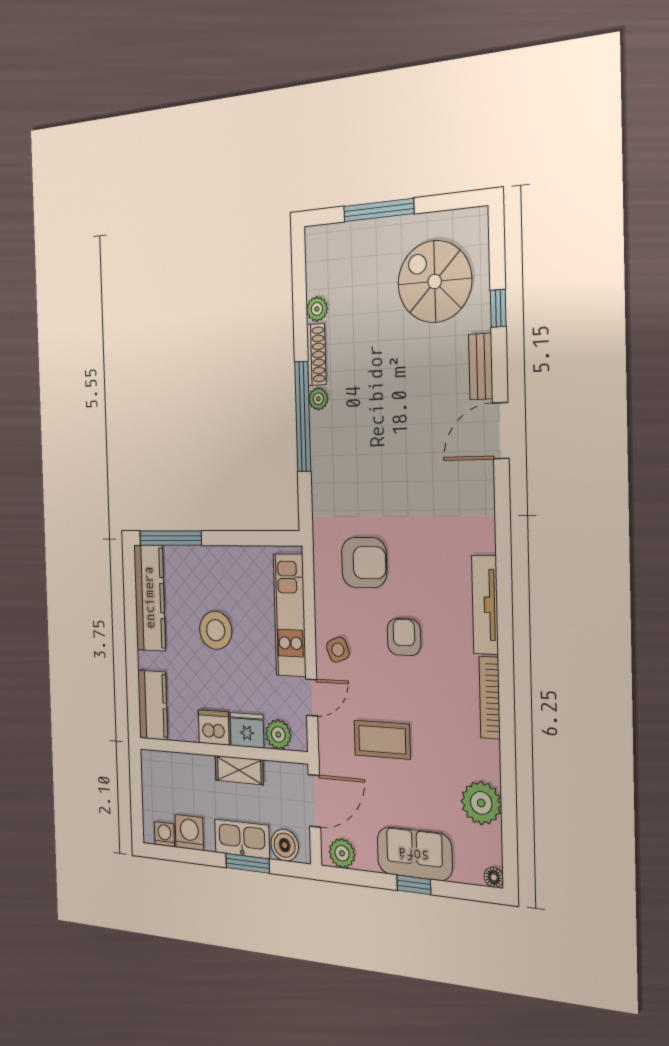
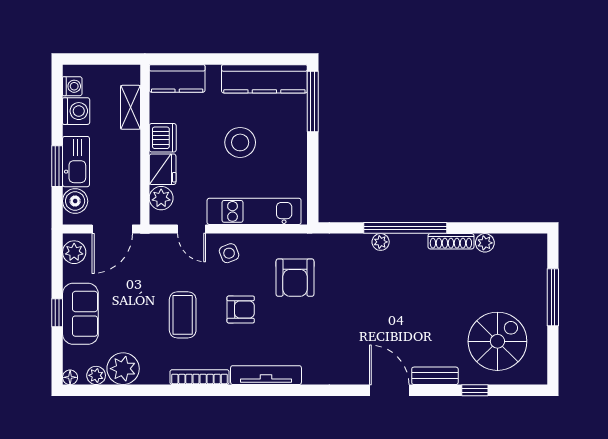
plant: (318, 399) -> (381, 242), moved
coffee table: (382, 740) -> (183, 315), moved
shelving: (239, 770) -> (130, 107), moved
door: (314, 801) -> (112, 229), hinge flipped
plant: (491, 841) -> (96, 375), added

